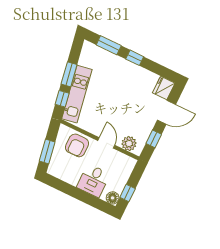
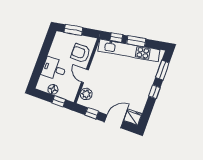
kitchen unit: (77, 94) -> (129, 50), width x1.36
door: (167, 112) -> (114, 121), swing flipped
door: (106, 143) -> (85, 76), swing flipped
window: (128, 193) -> (59, 101), moved
floor lamp: (113, 198) -> (53, 89), moved

